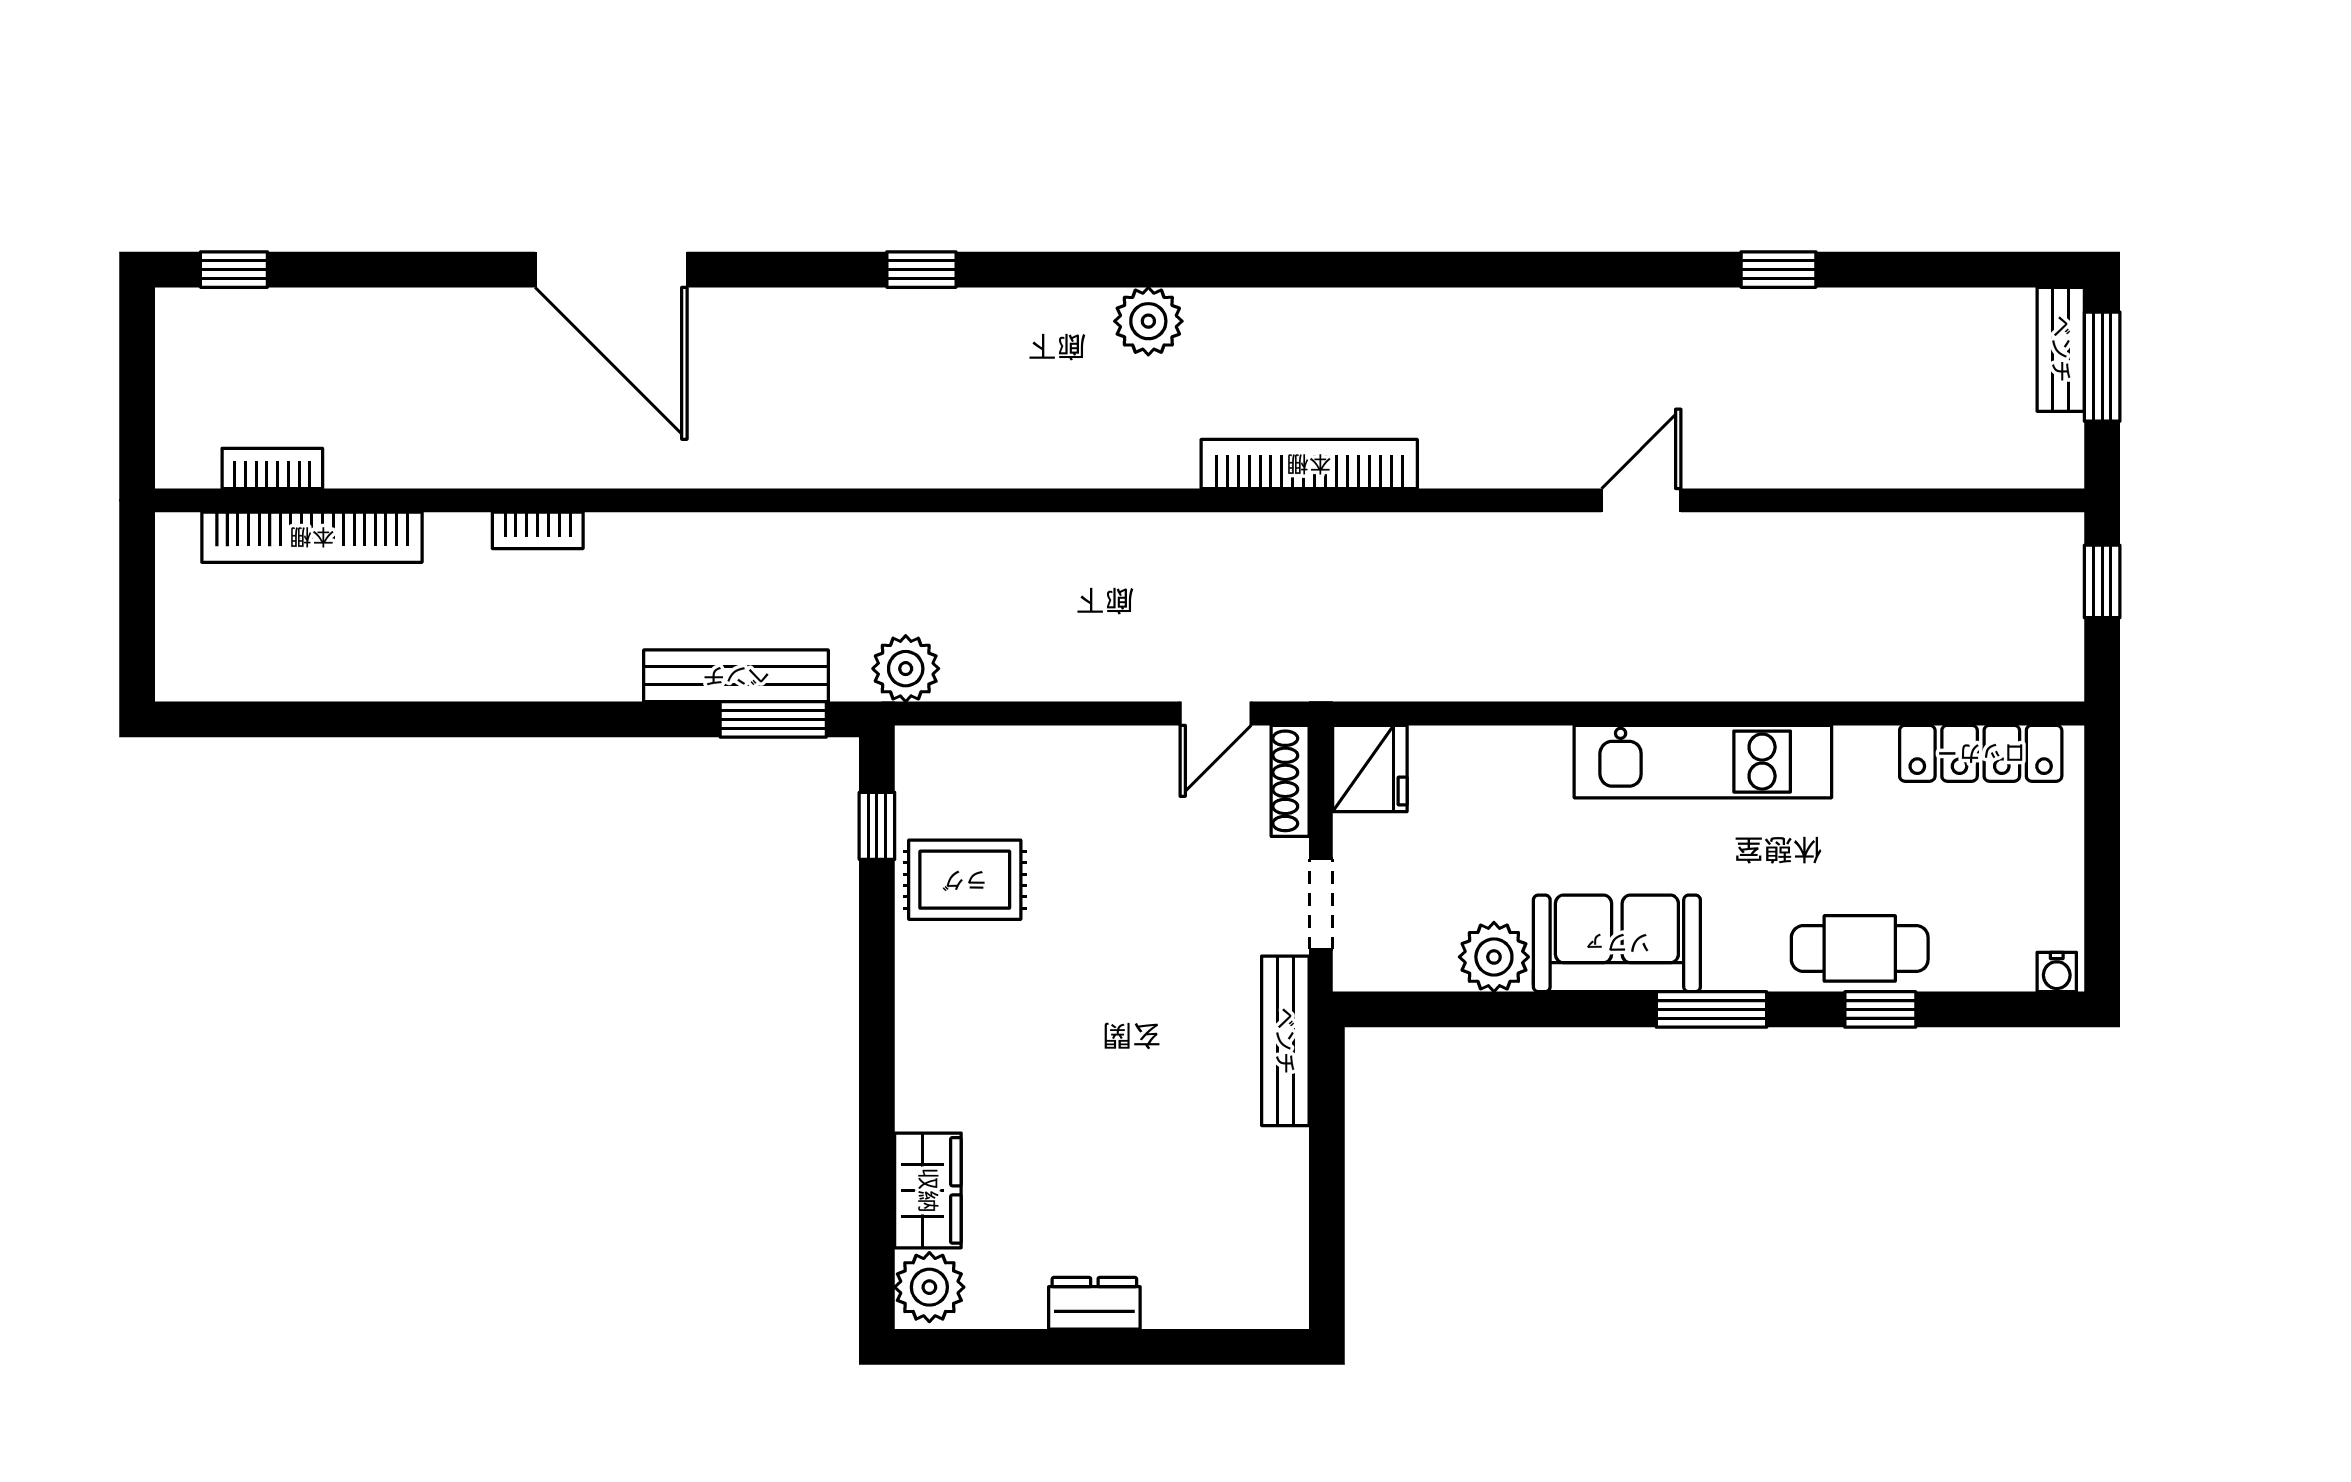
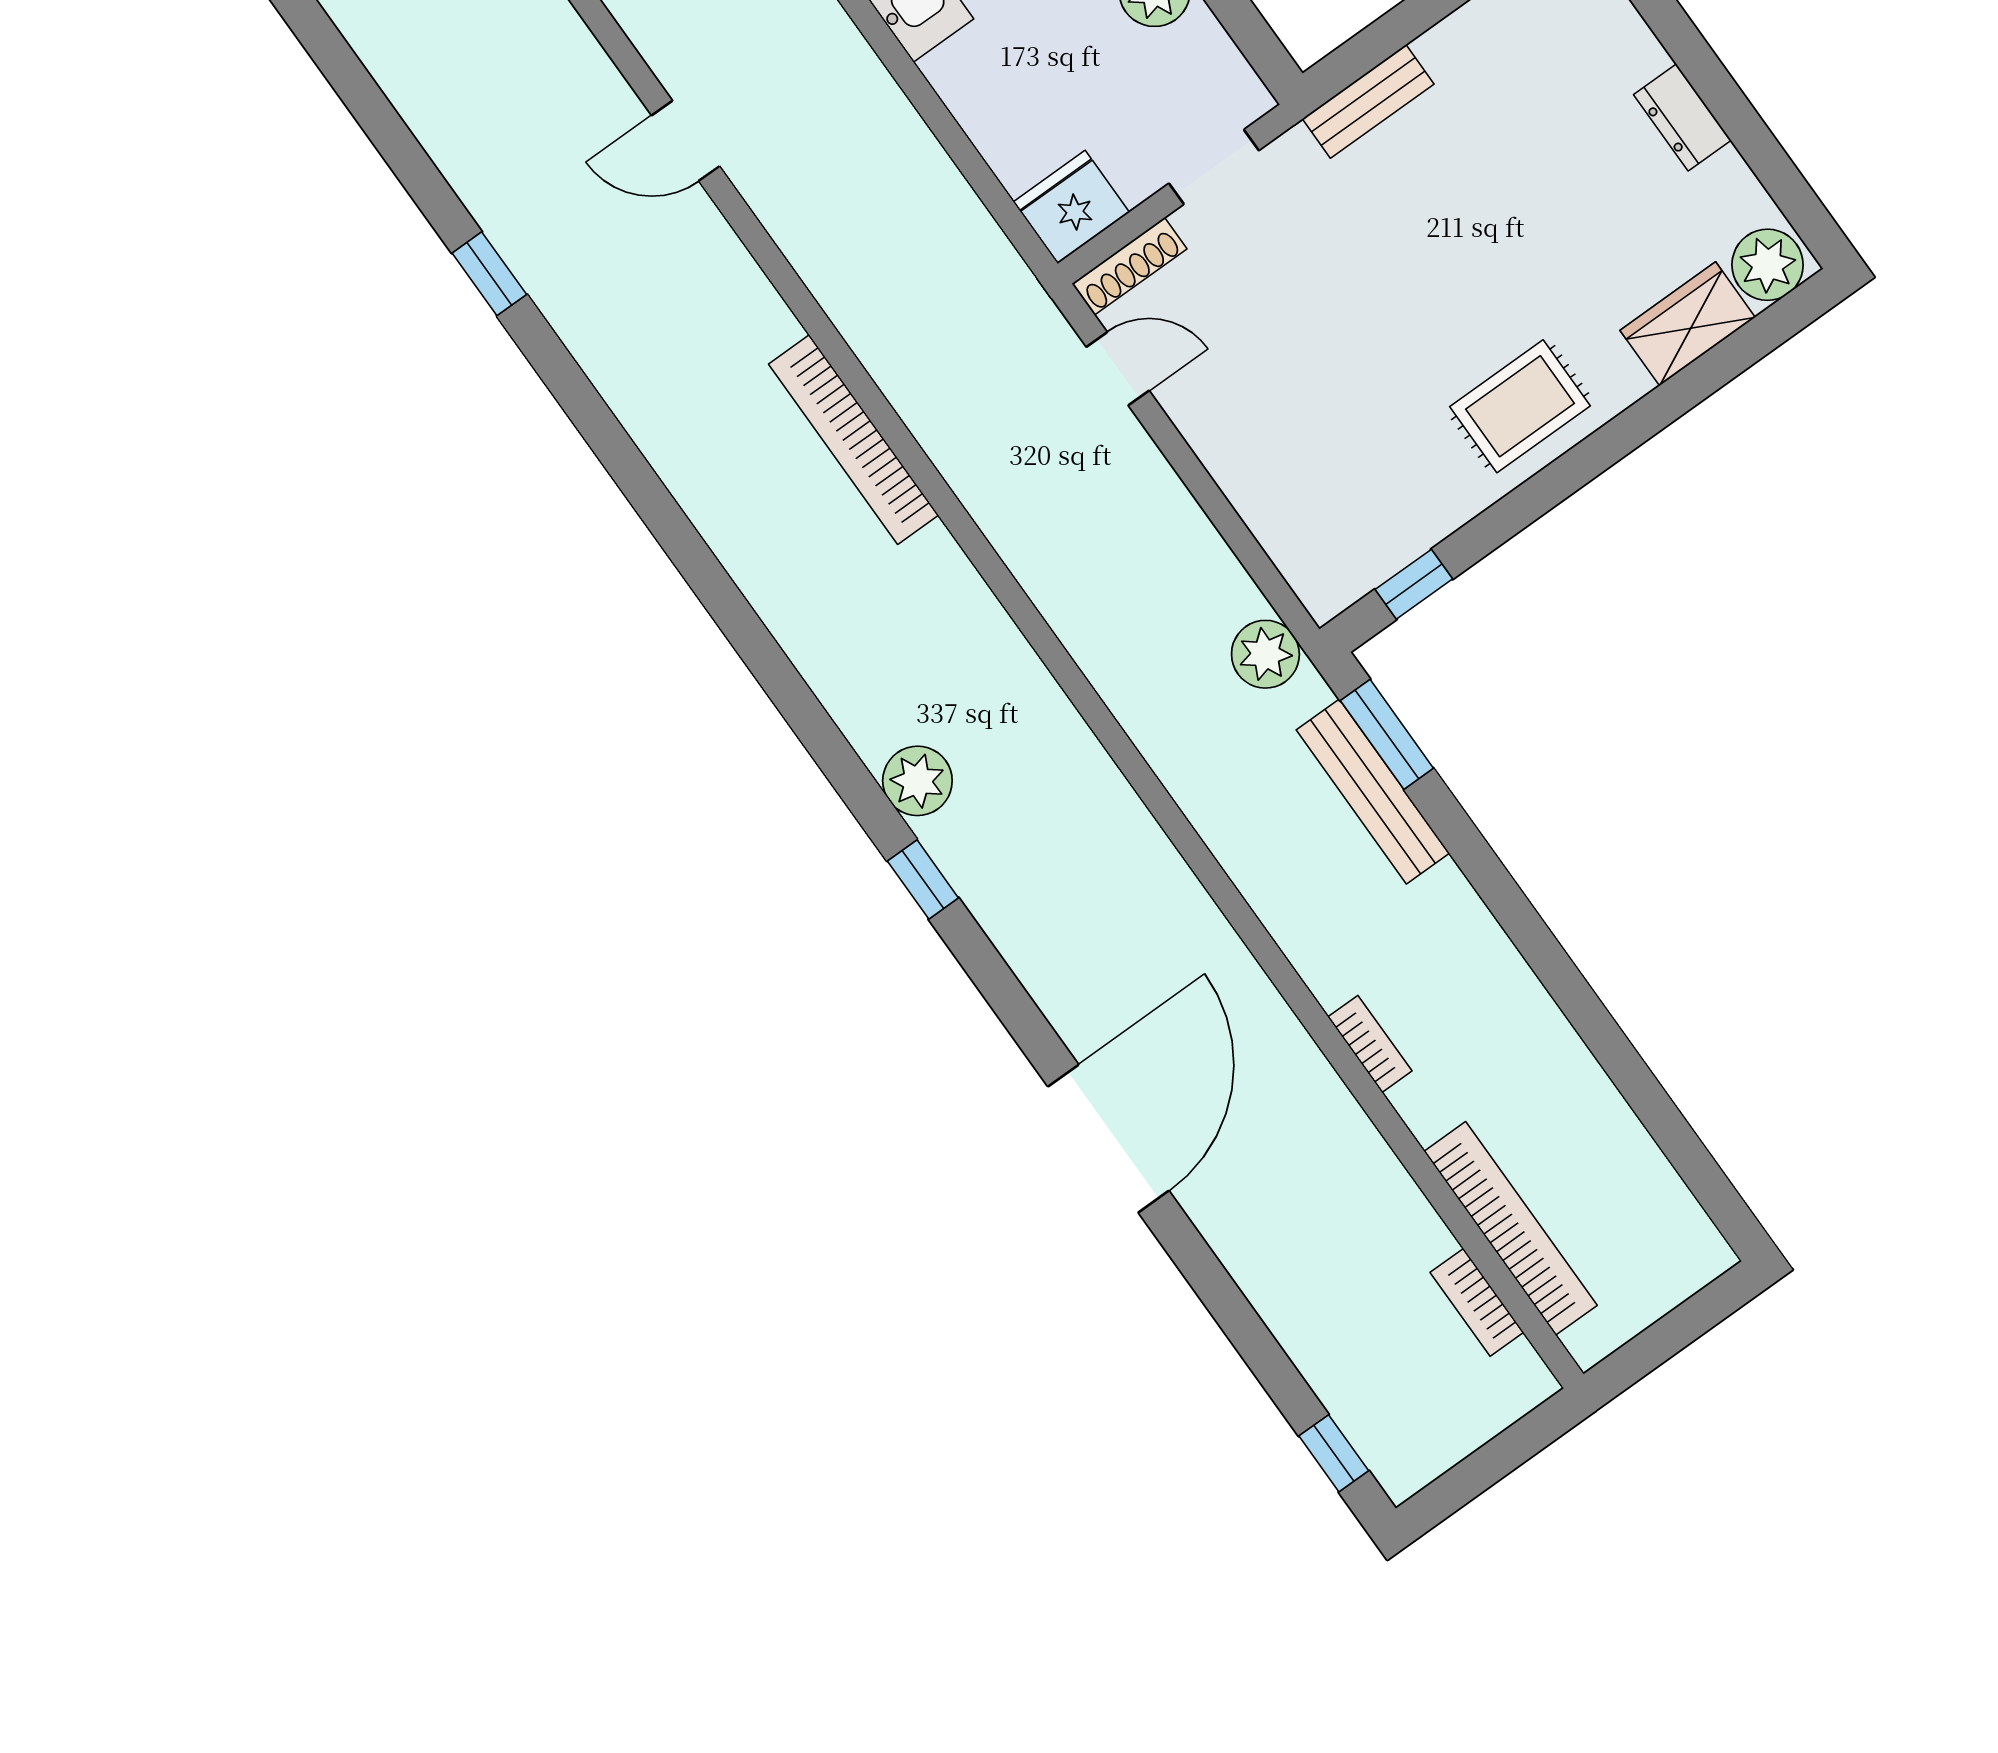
window: (1778, 270) -> (489, 274), moved
plant: (1148, 321) -> (917, 781), moved
rug: (965, 880) -> (1520, 406), moved, turned 90
bench: (1285, 1041) -> (1368, 101), width x0.73

